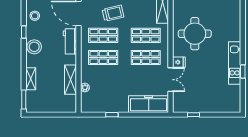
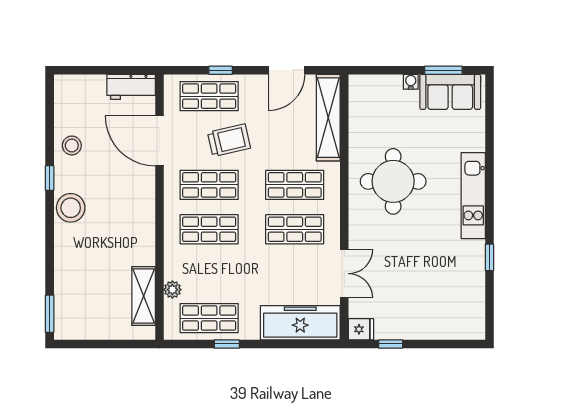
workbench: (70, 41) -> (142, 197), removed
fridge: (179, 62) -> (361, 329), moved
kitchen unit: (235, 63) -> (473, 196), moved
shelving: (31, 79) -> (64, 272), removed
shelving: (71, 80) -> (144, 296), moved
shop shelf: (103, 102) -> (209, 318), added

